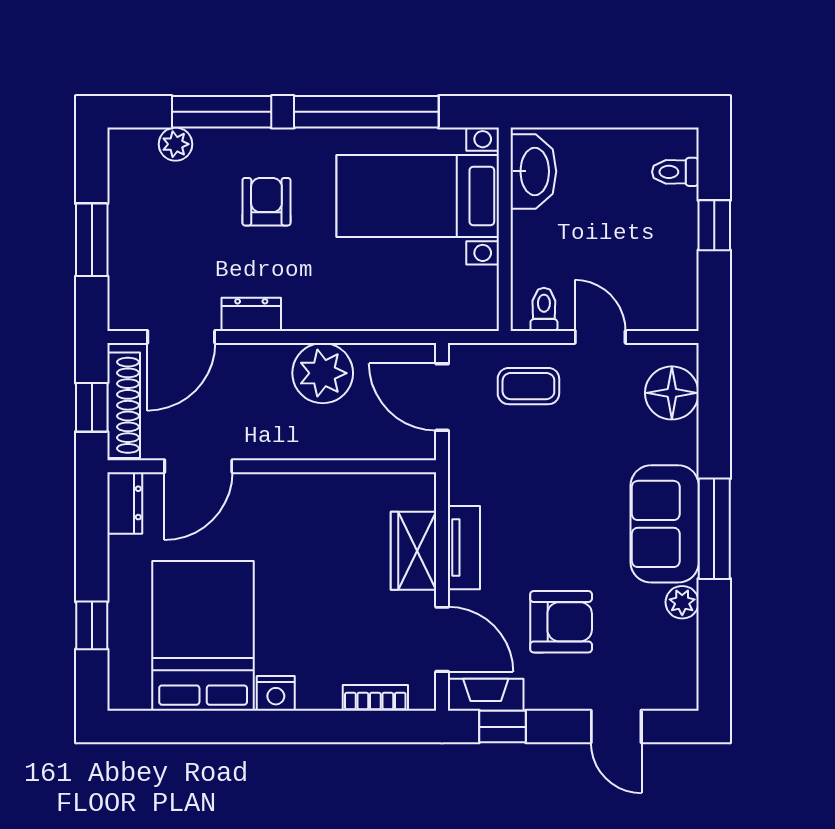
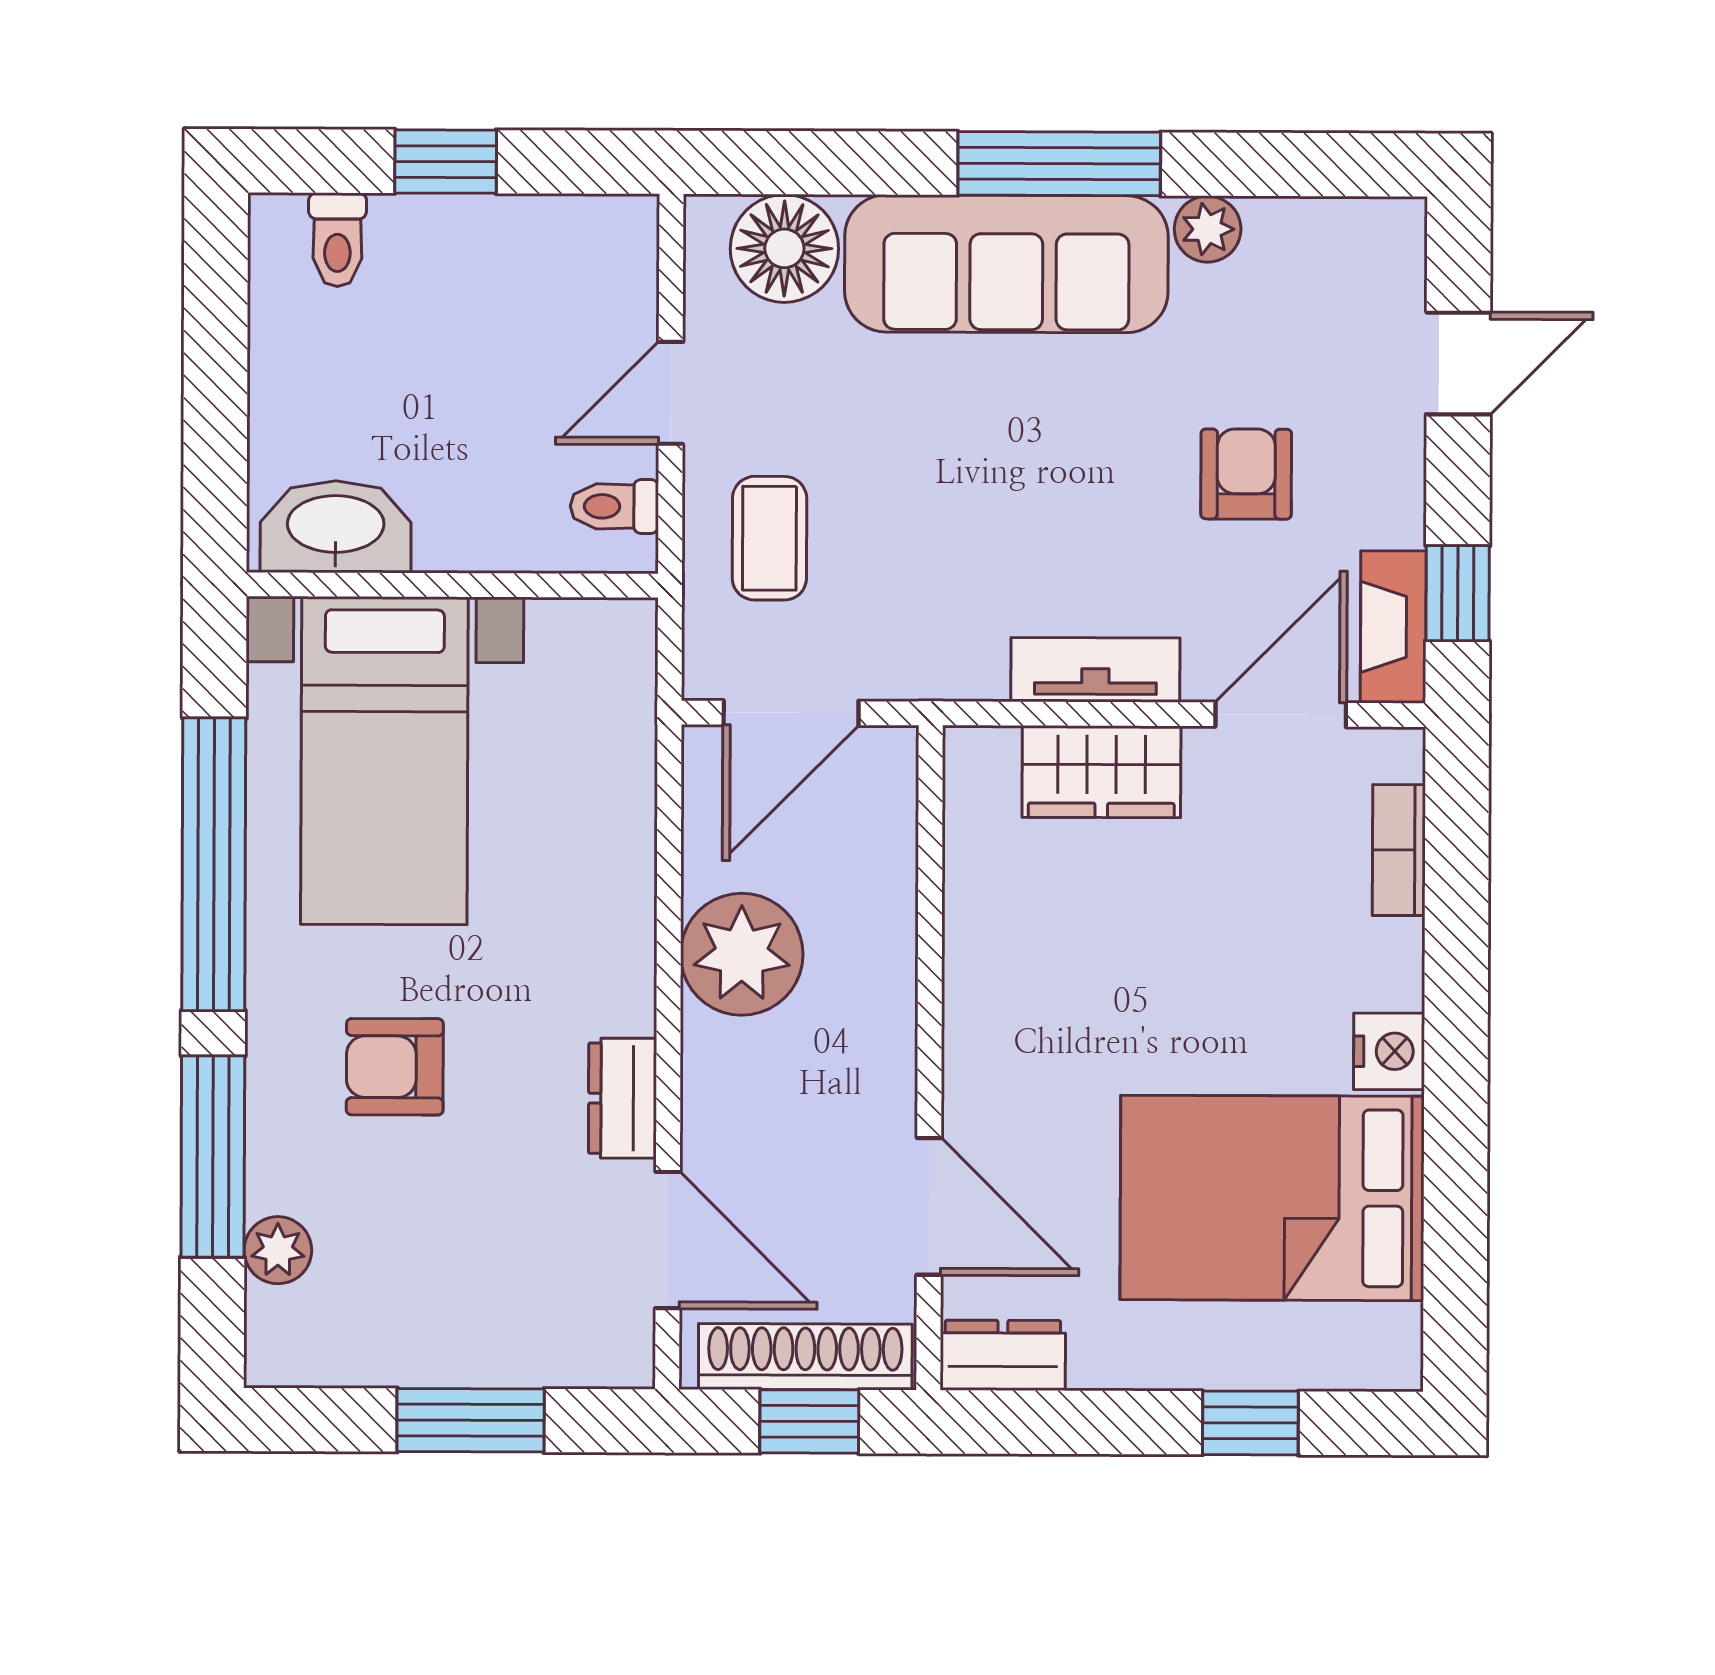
sofa: (665, 524) -> (1006, 264), width x1.36
armchair: (561, 622) -> (1246, 474), width x0.72, depth x0.72

